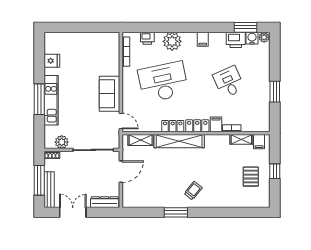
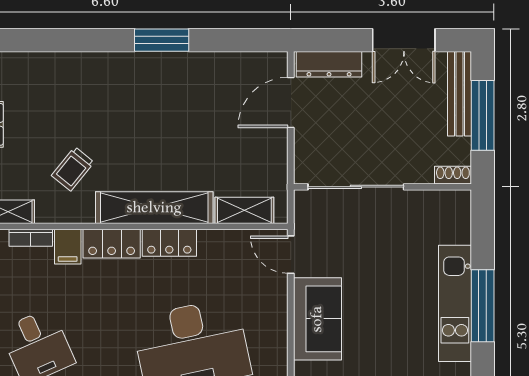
plant: (62, 142) -> (430, 205), removed
door: (121, 172) -> (291, 102), moved
trolley: (193, 191) -> (73, 169), moved

